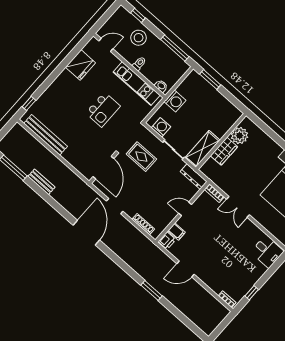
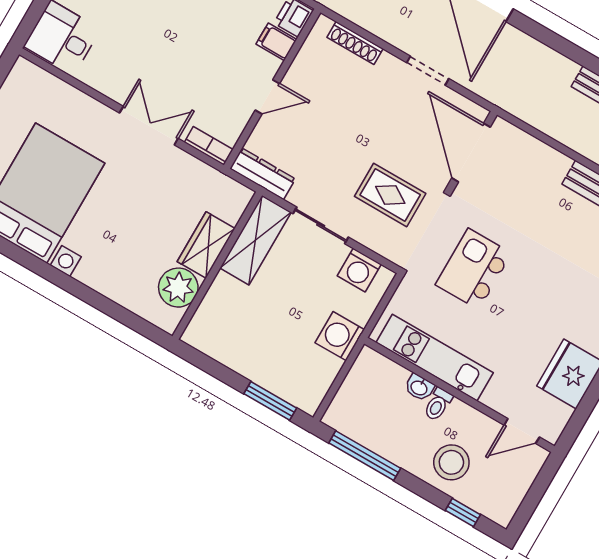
washbasin: (161, 86) -> (419, 387), moved
kitchen island: (103, 110) -> (473, 269), moved

